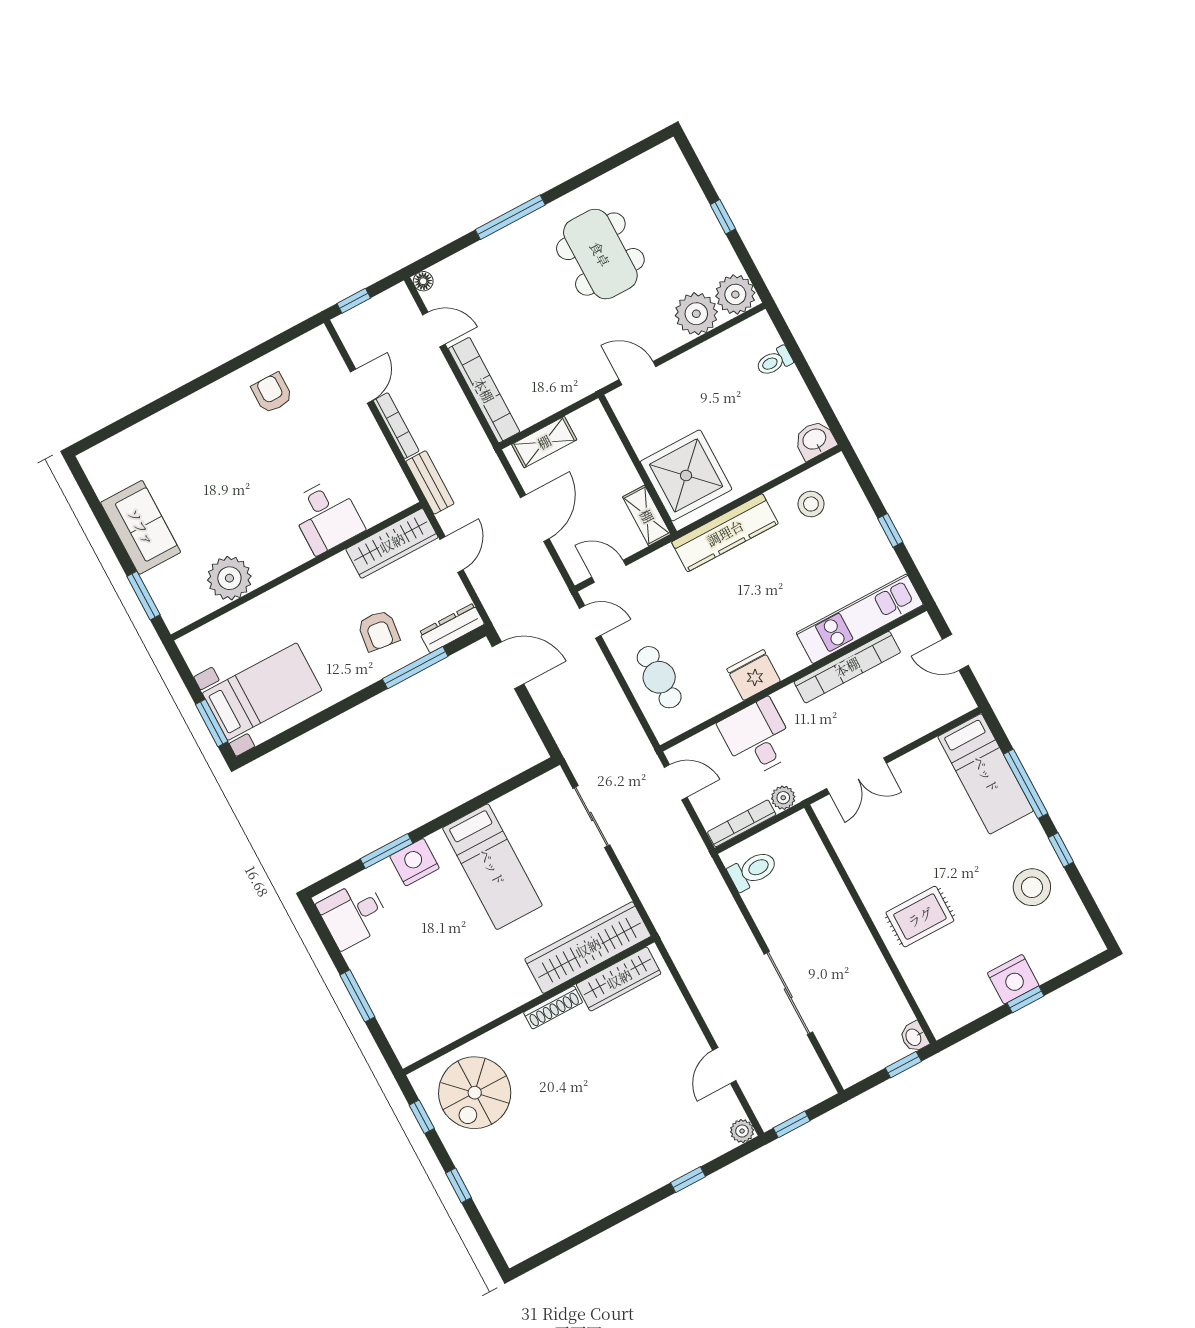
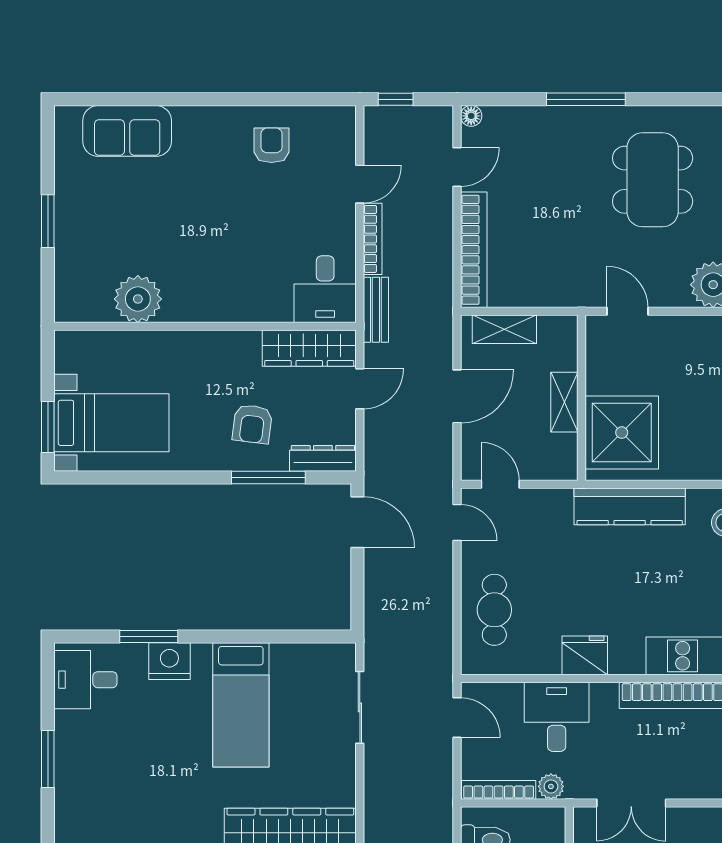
door: (434, 330) -> (457, 167), hinge flipped
desk: (326, 516) -> (325, 289), moved
shelving: (647, 516) -> (564, 402), moved
sofa: (141, 527) -> (127, 131), moved, turned 90
window: (144, 596) -> (48, 221), moved

